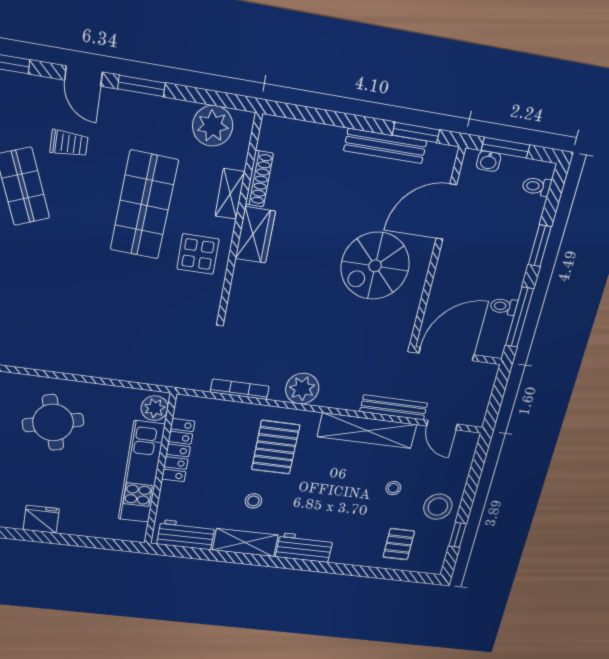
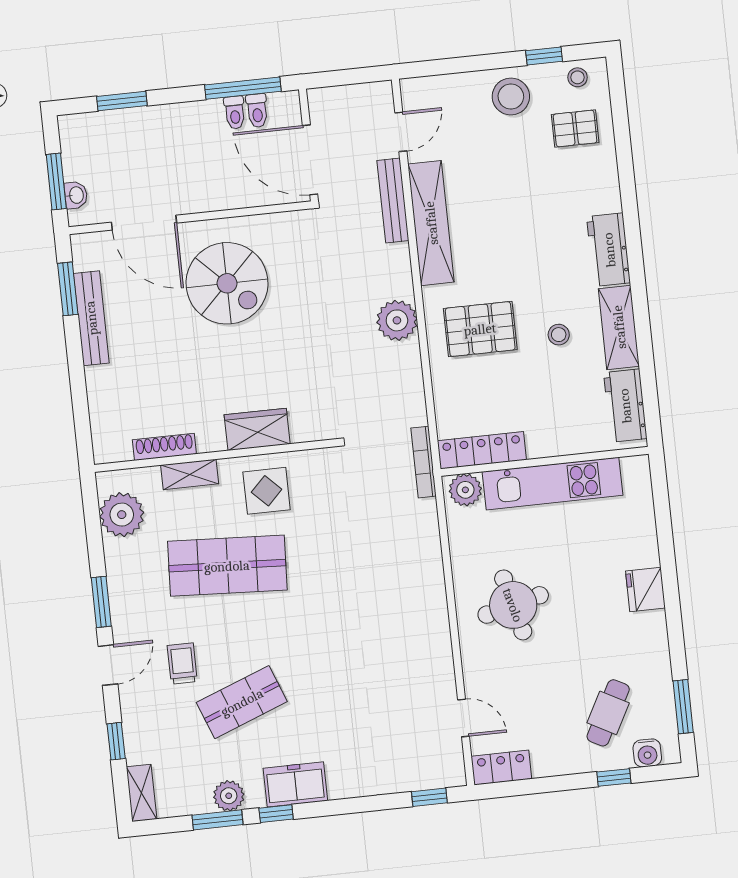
toilet: (537, 186) -> (257, 111), moved
wardrobe: (255, 235) -> (257, 429), moved
window: (540, 246) -> (122, 101), moved
bookcase: (240, 389) -> (424, 462), moved
locker: (178, 450) -> (482, 450), moved
stool: (393, 488) -> (577, 77), moved

